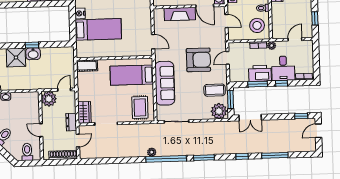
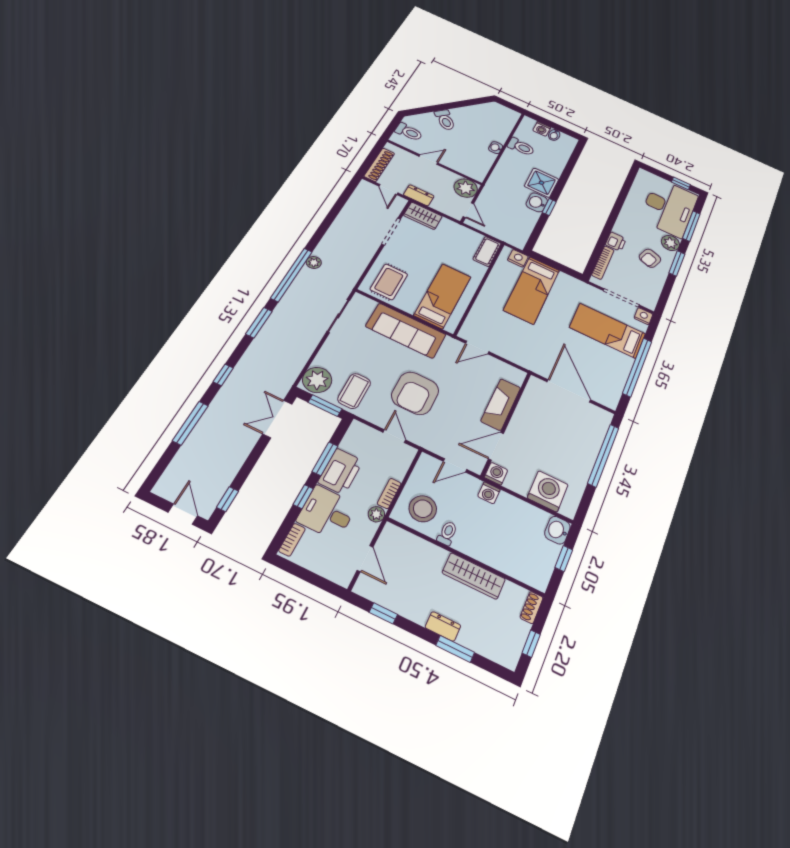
nightstand: (80, 13) -> (518, 258), moved
rug: (140, 107) -> (389, 282), turned 90

